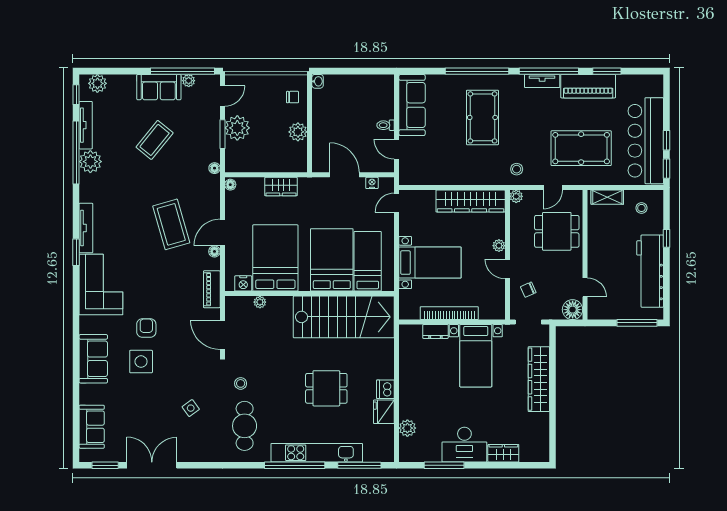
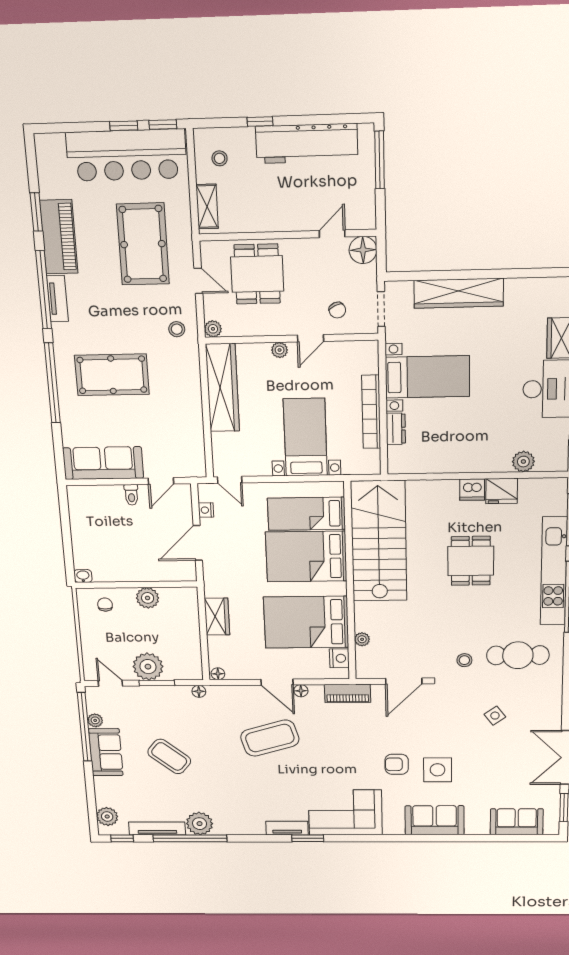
tv unit: (86, 228) -> (287, 828), width x0.71

